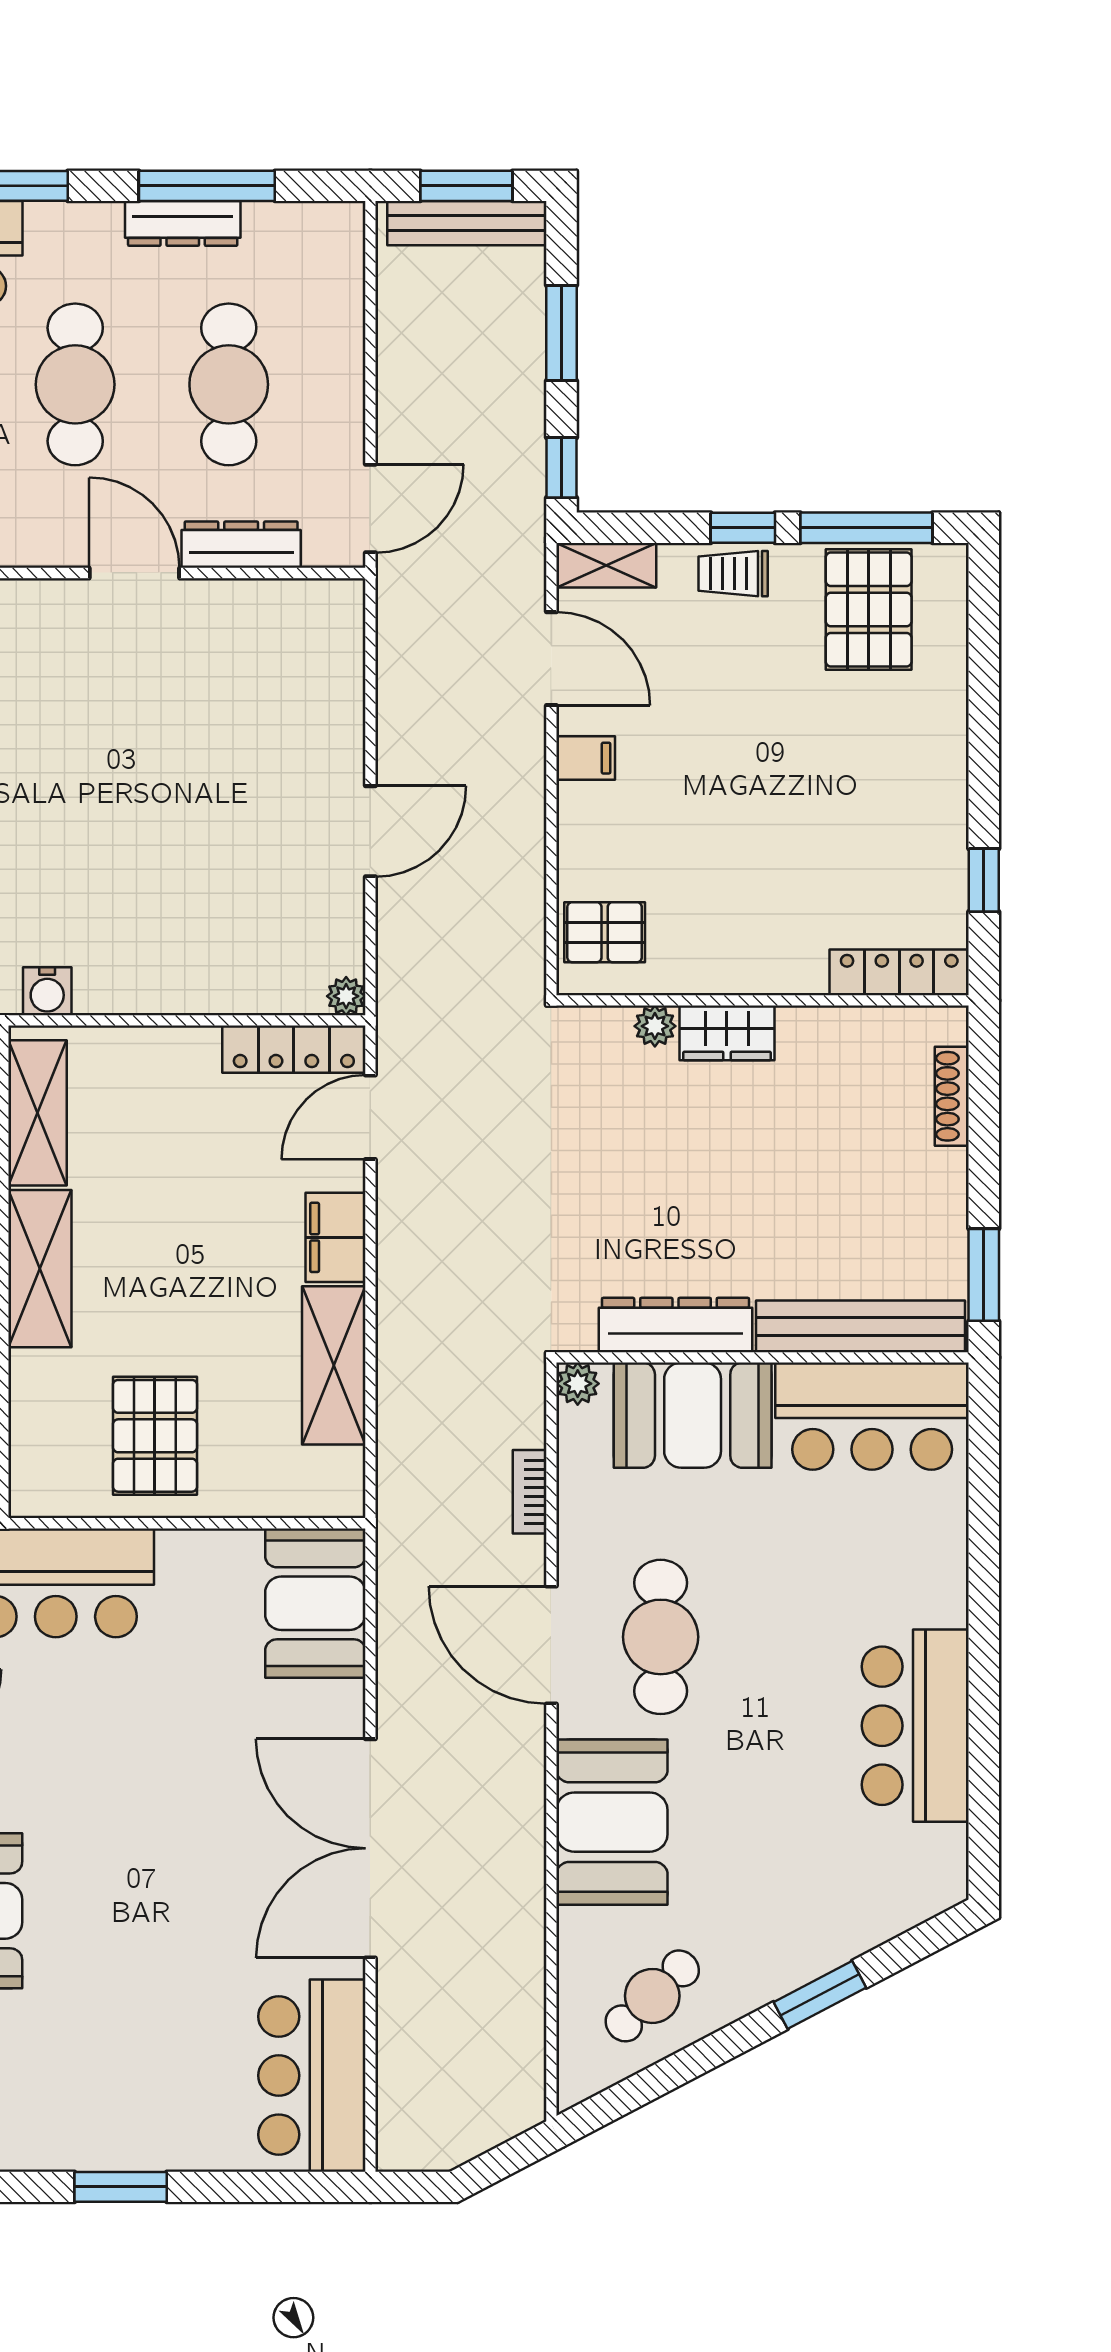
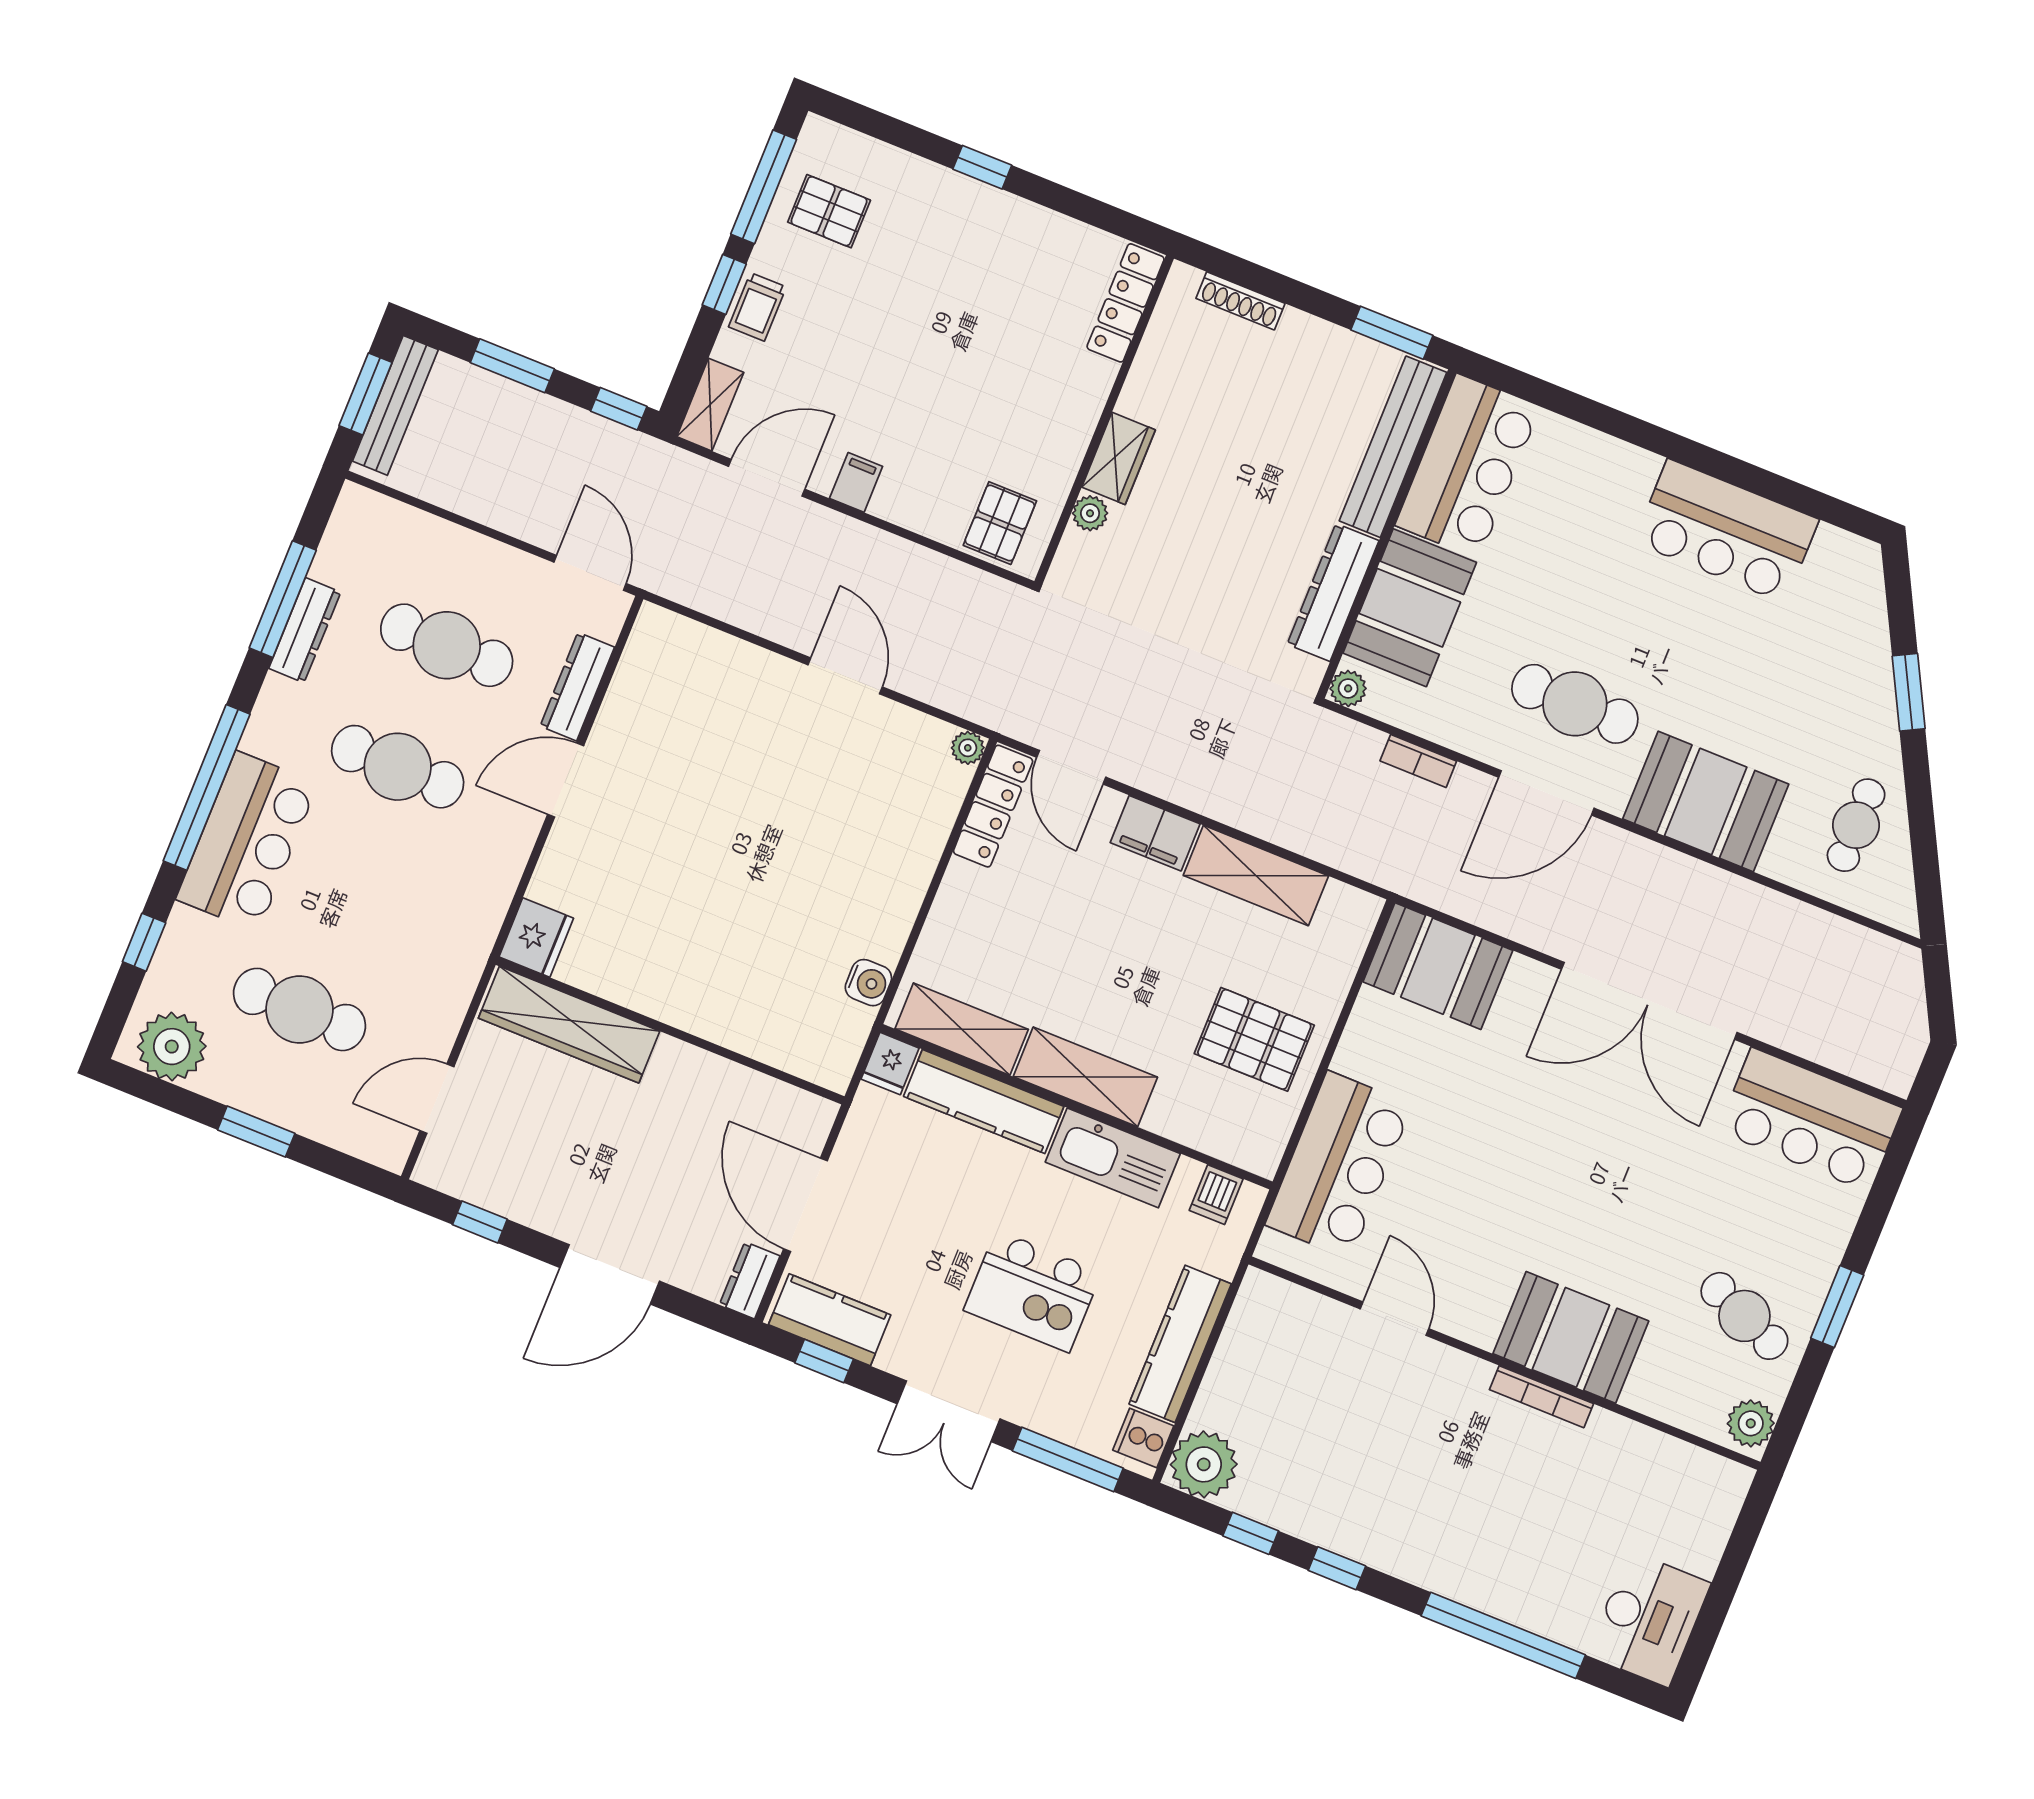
pallet: (869, 610) -> (829, 211), width x0.67, depth x0.71
window: (984, 880) -> (982, 167), moved
cafe table: (652, 1996) -> (1856, 825), turned 44
cafe table: (70, 2090) -> (1744, 1316), added

